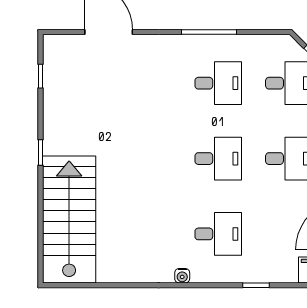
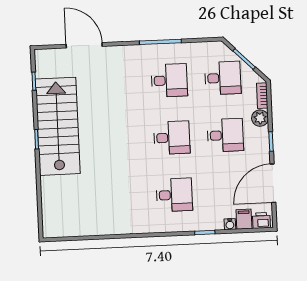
stairs: (69, 219) -> (58, 126), moved
water cooler: (182, 276) -> (230, 224), moved

